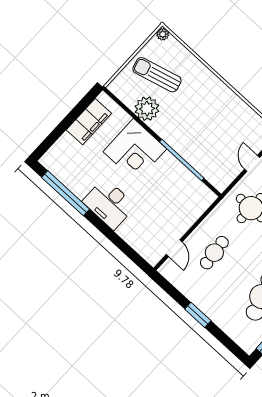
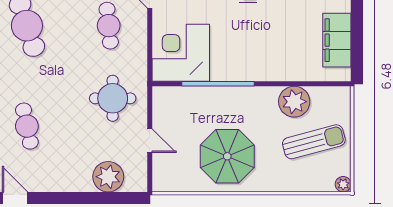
parasol: (215, 113) -> (227, 156), added
corner desk: (135, 150) -> (181, 53), moved

